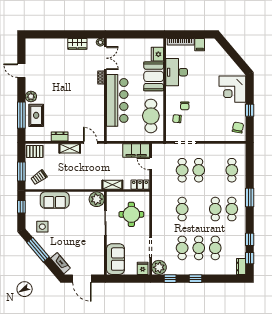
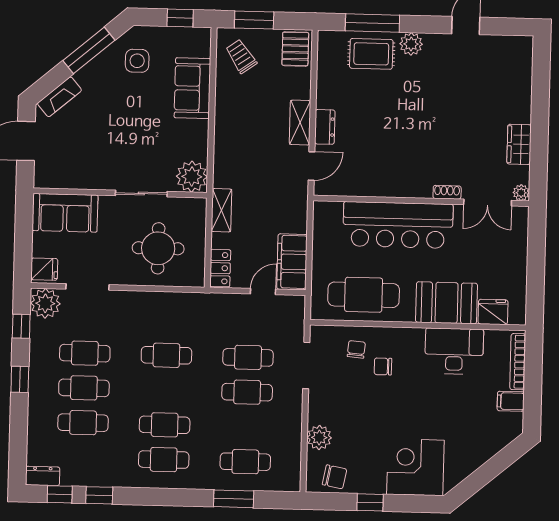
plant: (219, 135) -> (319, 437), added
dresser: (60, 137) -> (325, 127), moved
window: (250, 197) -> (234, 499), moved

